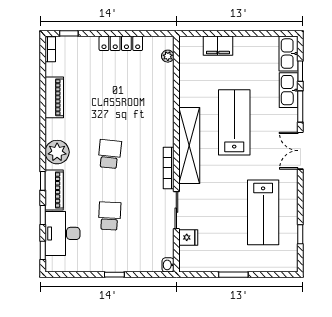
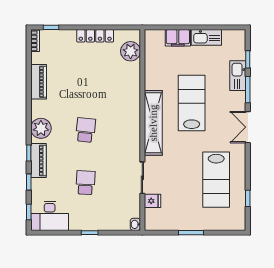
kitchen sink: (289, 54) -> (206, 37), moved, turned -90
plant: (168, 56) -> (131, 51), width x1.88, depth x1.88
bookcase: (169, 168) -> (136, 142), removed
desk: (63, 233) -> (50, 216), moved, turned -90

